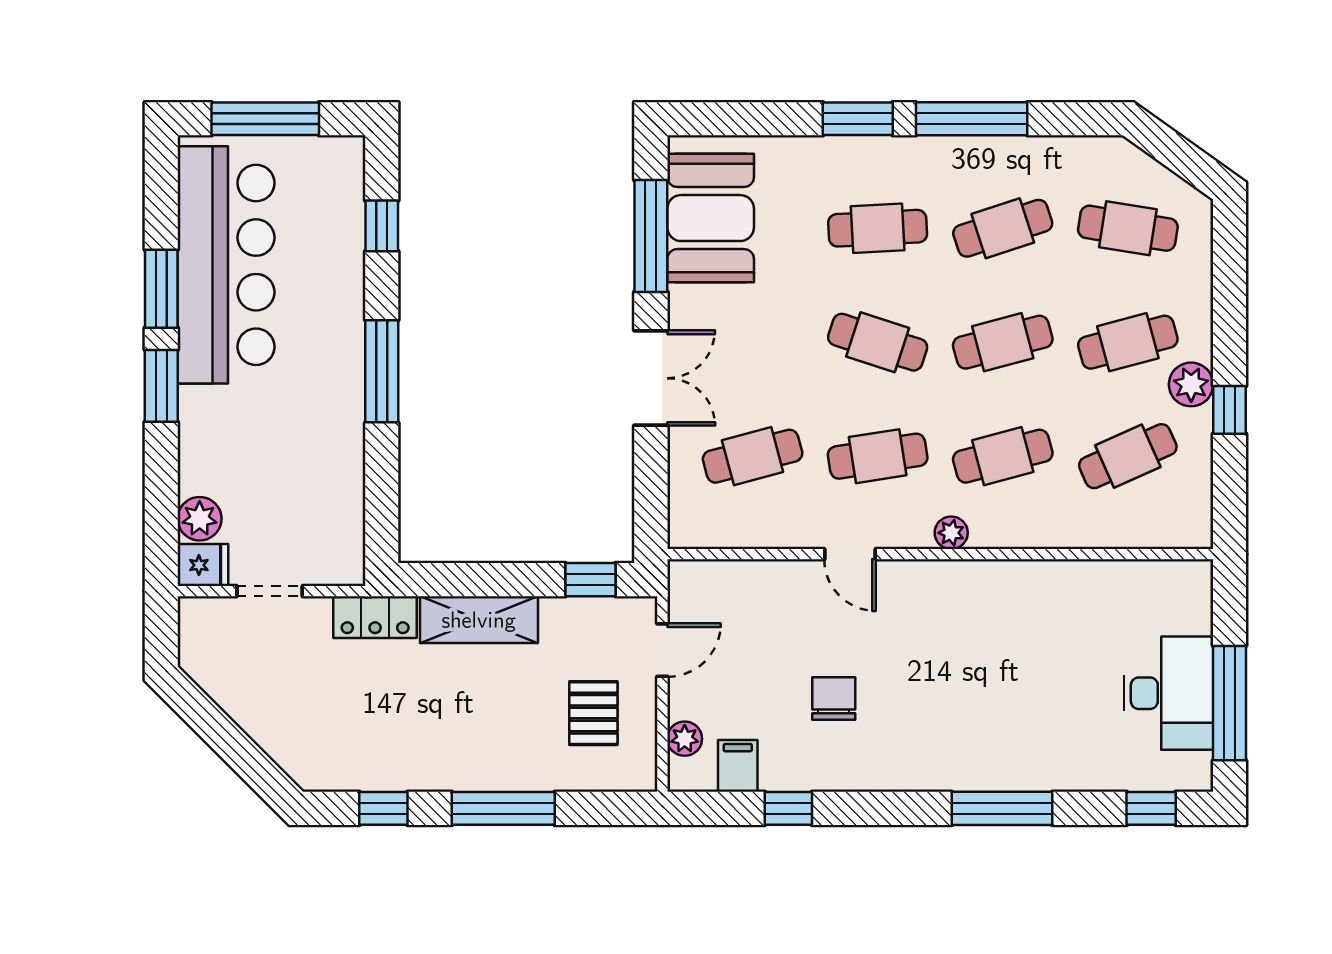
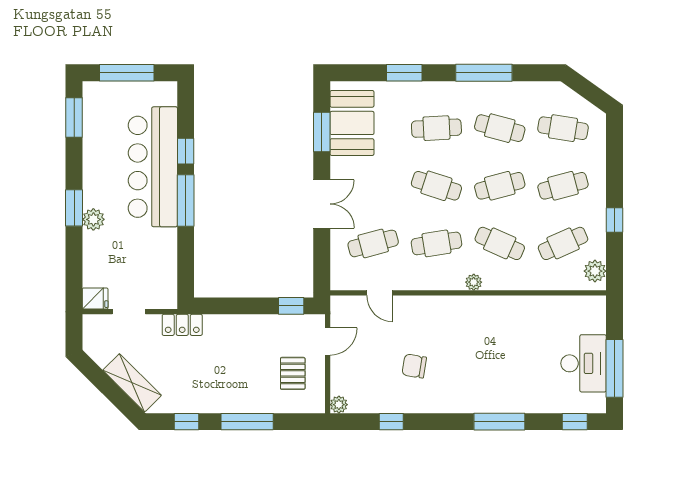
window: (858, 119) -> (404, 73), moved
window: (382, 226) -> (186, 151), moved
cafe table: (1003, 228) -> (500, 128), turned 33
window: (651, 236) -> (322, 132), width x0.69
bar counter: (226, 265) -> (153, 167), moved, turned 180
window: (161, 289) -> (74, 117), moved
plant: (1191, 384) -> (595, 271), moved
cafe table: (1003, 456) -> (500, 243), turned 39
plant: (200, 519) -> (93, 219), moved
door: (850, 554) -> (380, 293), moved
shelving: (479, 620) -> (132, 383), moved, turned 45
chair: (834, 699) -> (414, 366), turned -81
plant: (685, 739) -> (339, 405), moved
filing cabinet: (738, 766) -> (366, 400), removed

